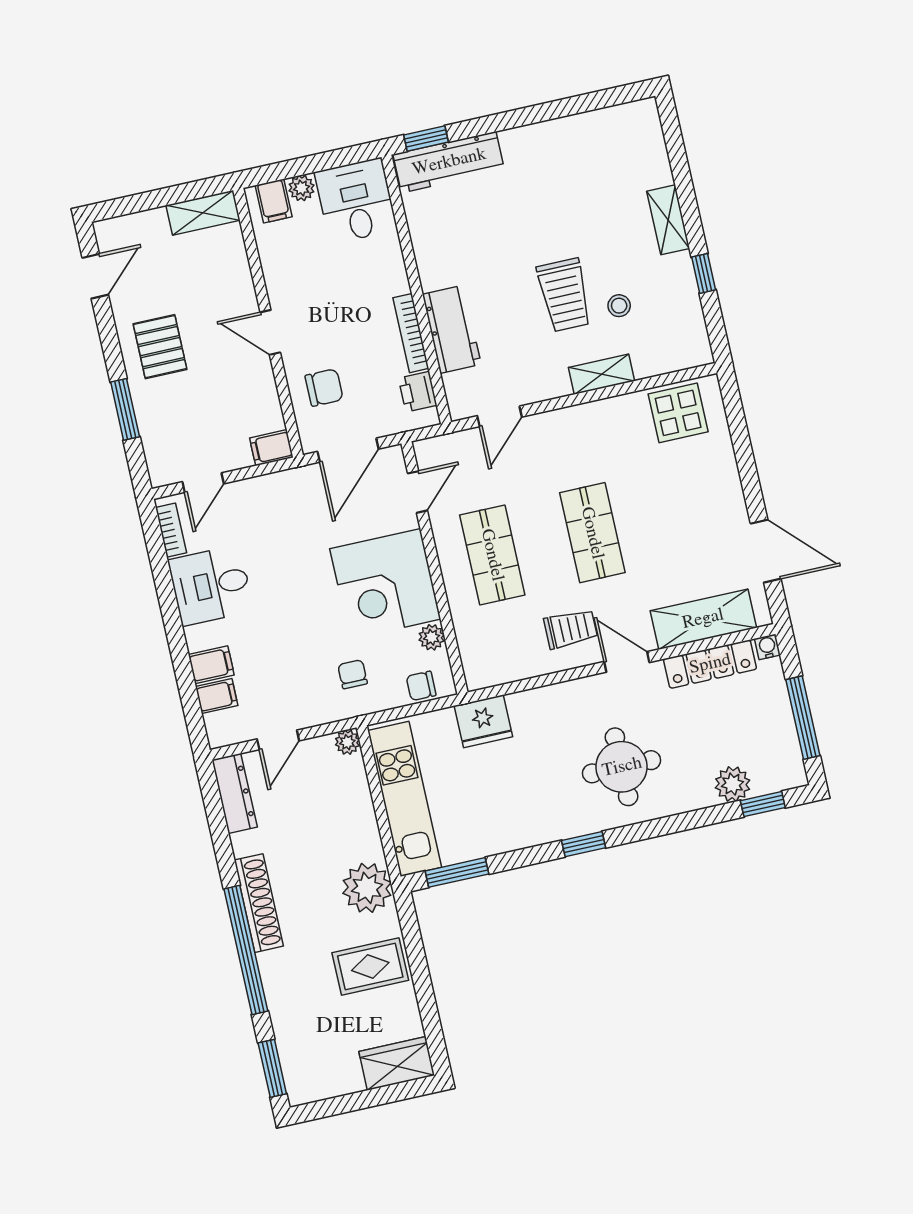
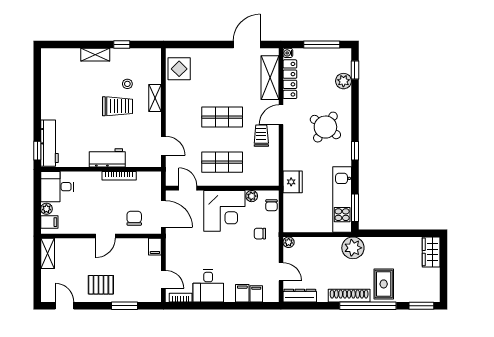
workbench: (452, 329) -> (107, 158), moved
printer: (418, 392) -> (145, 178), removed
round table: (622, 767) -> (325, 127), turned 35
kitchen unit: (405, 799) -> (342, 200), moved, turned -90
rug: (370, 966) -> (384, 284), moved

